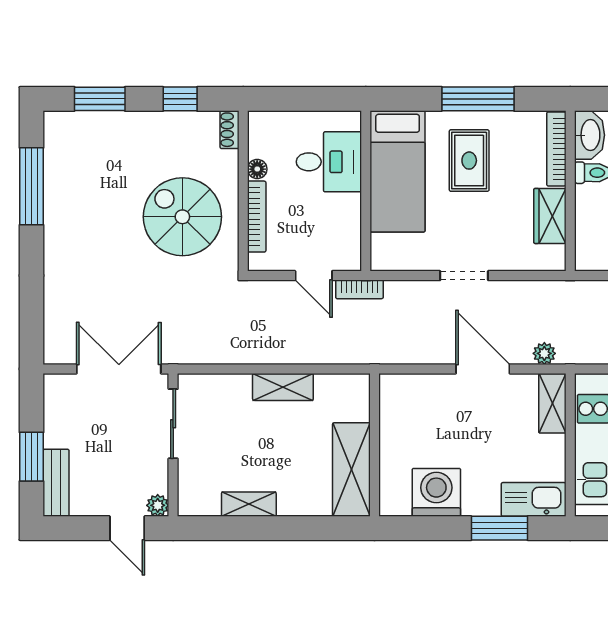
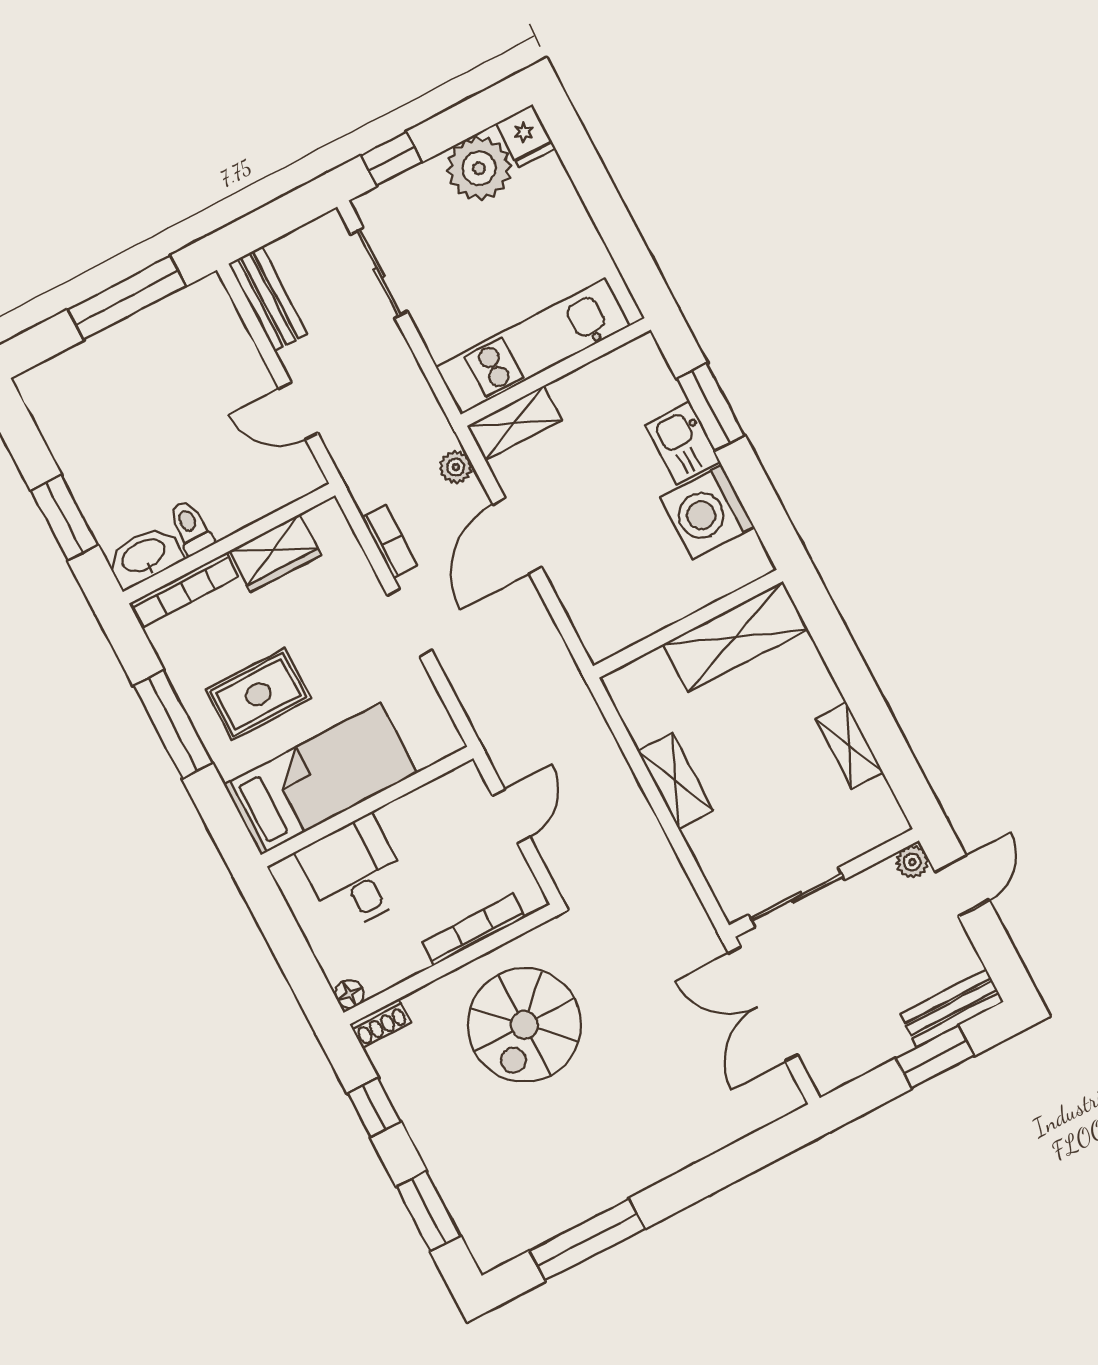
floor lamp: (257, 169) -> (350, 994), moved
bookcase: (359, 289) -> (389, 541), moved
kitchen sink: (534, 499) -> (683, 443), moved, width x0.73

